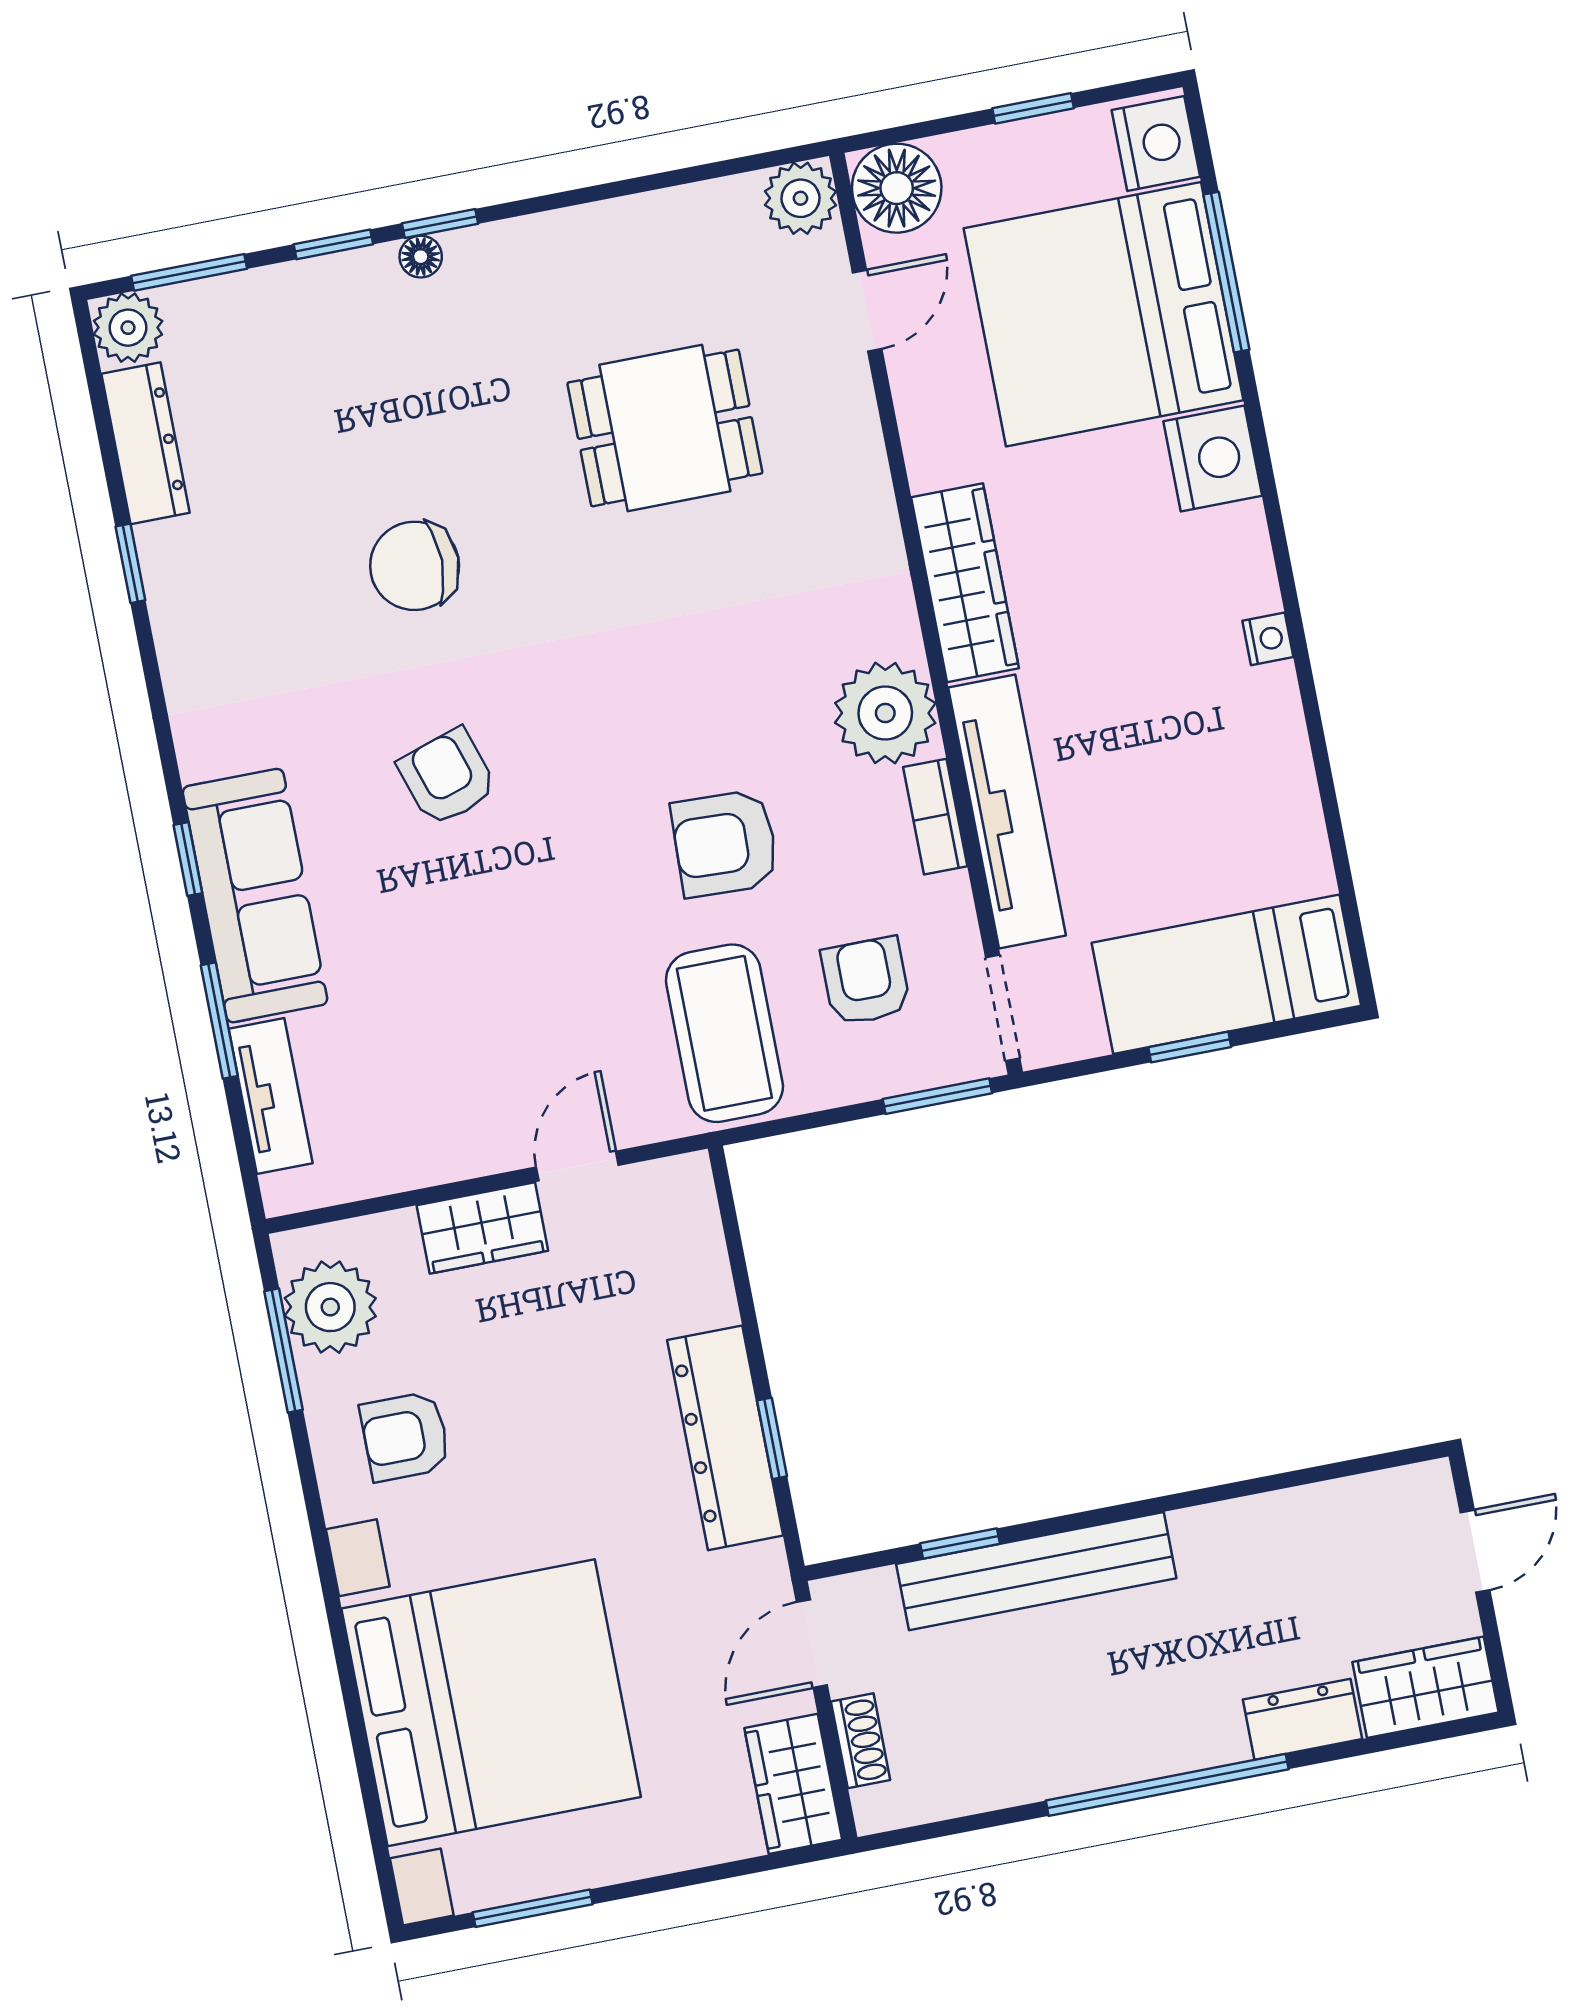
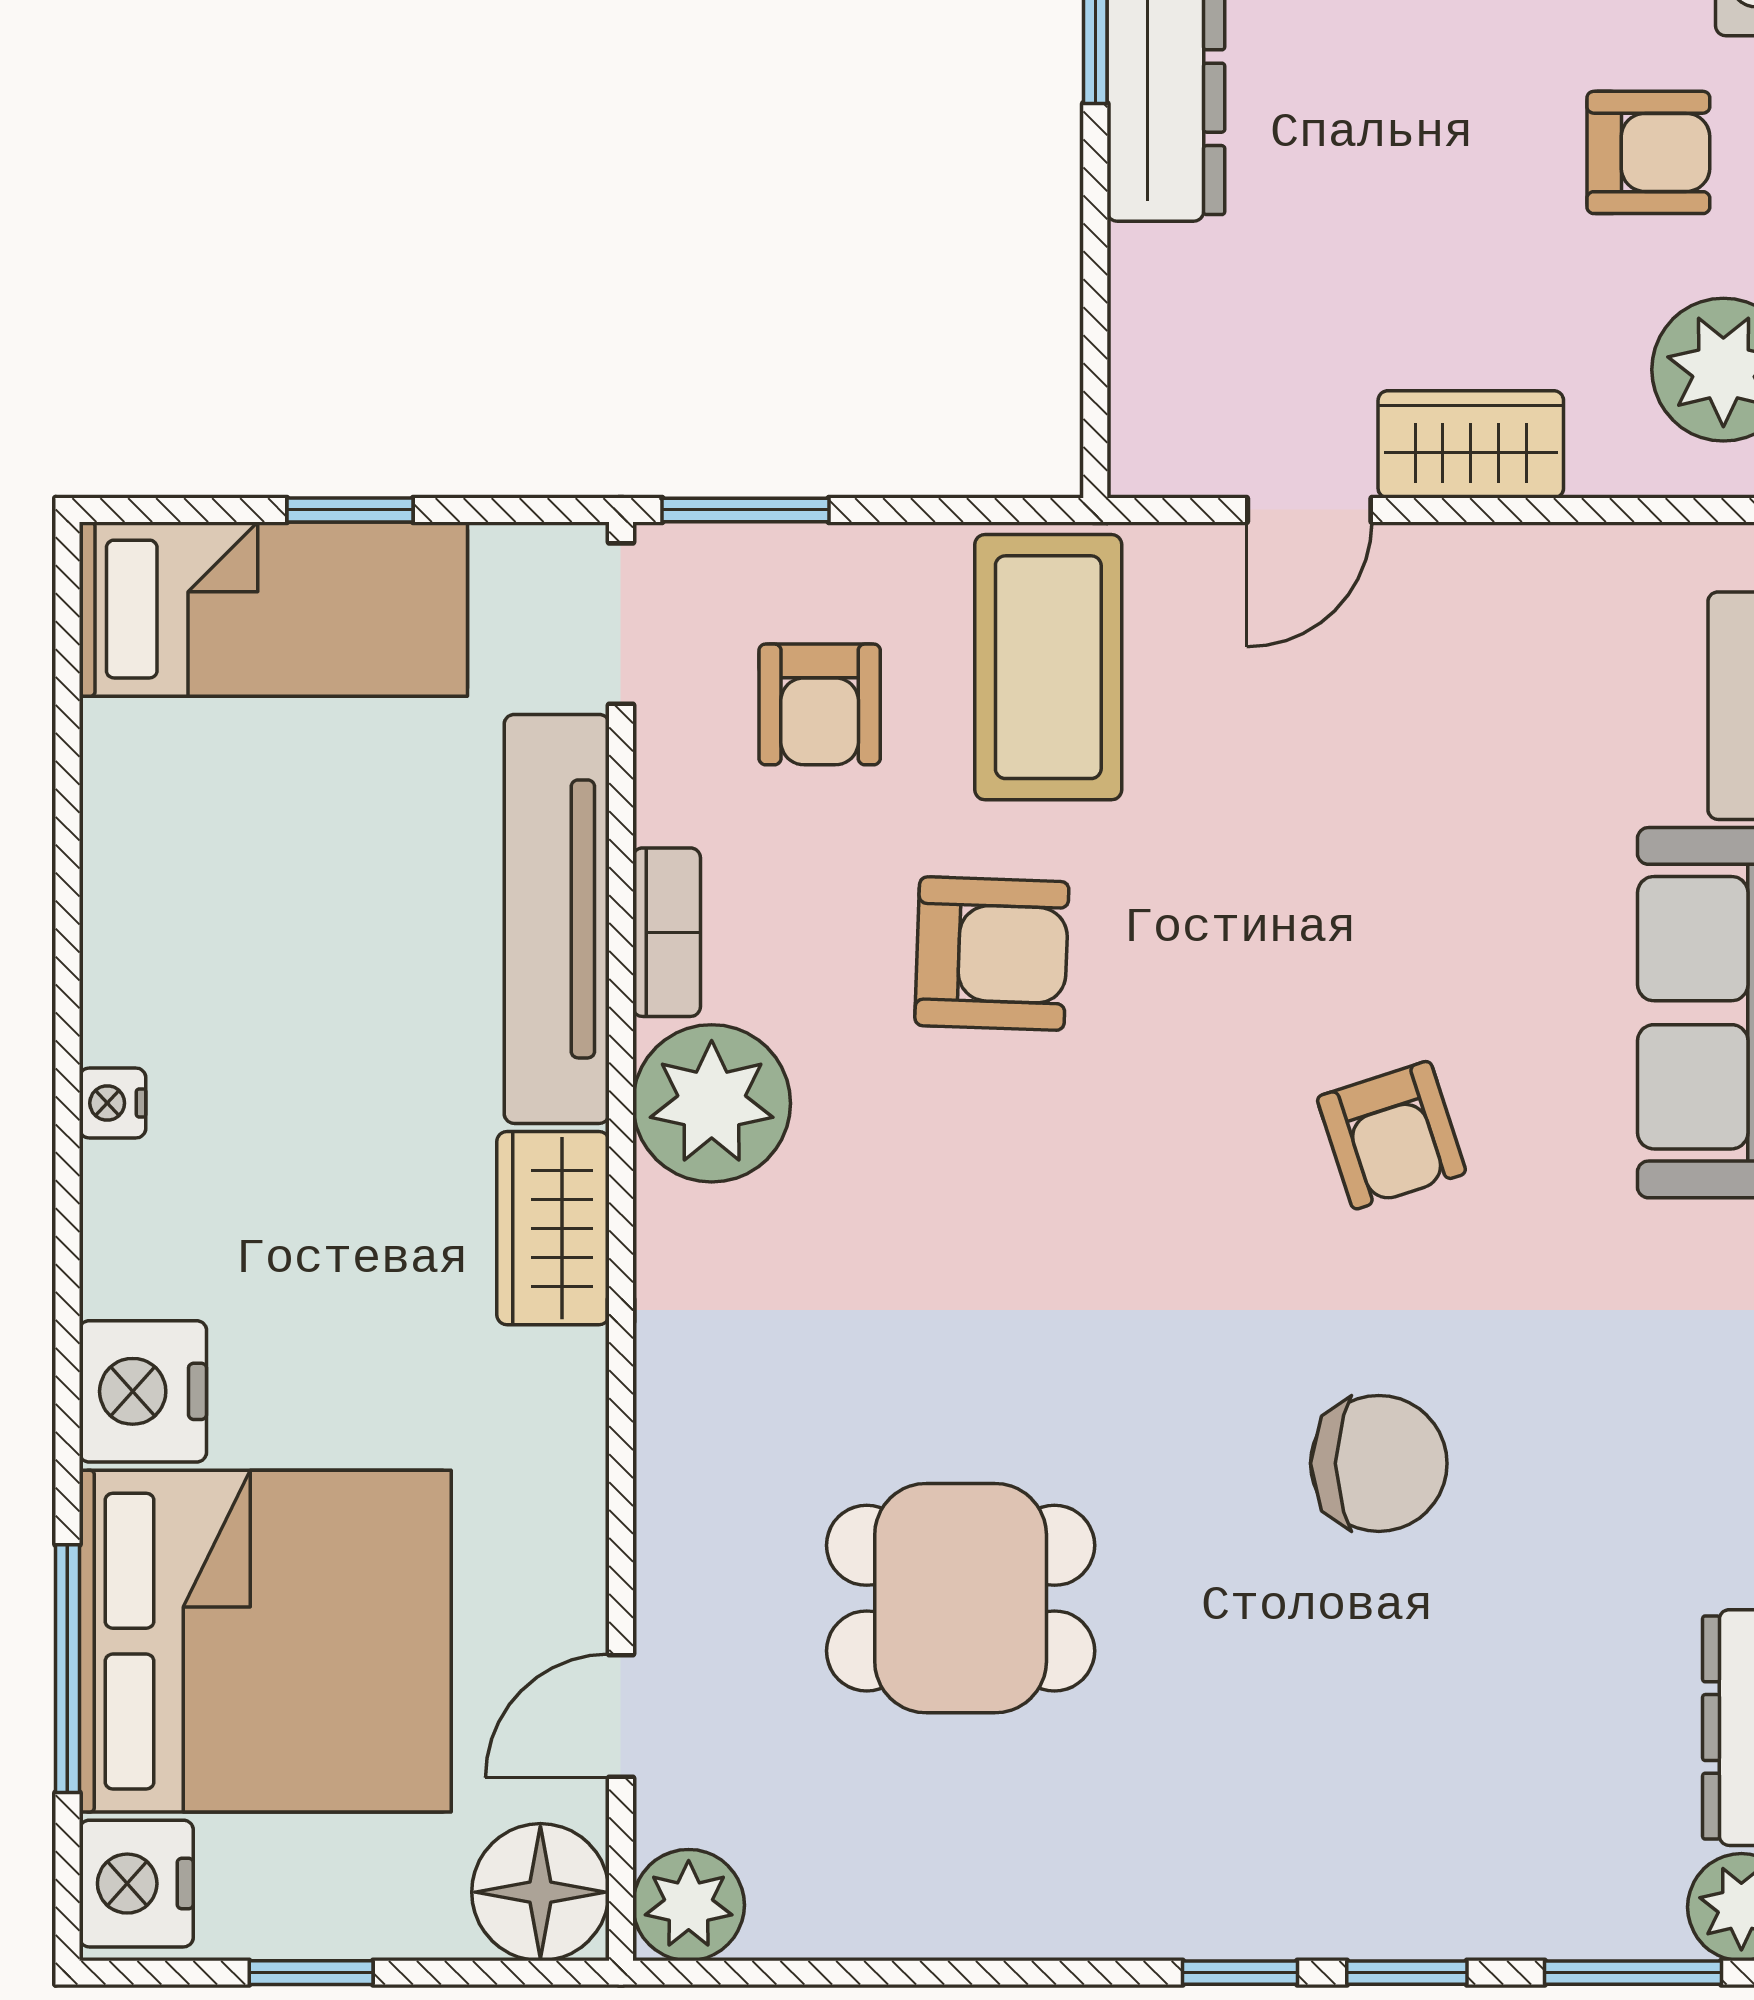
floor lamp: (421, 257) -> (1279, 1928), removed
wardrobe: (965, 583) -> (553, 1228), width x0.67

